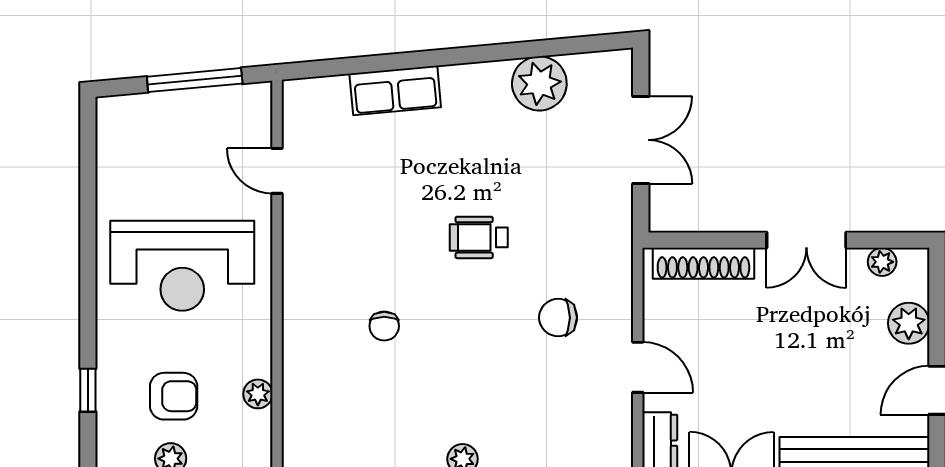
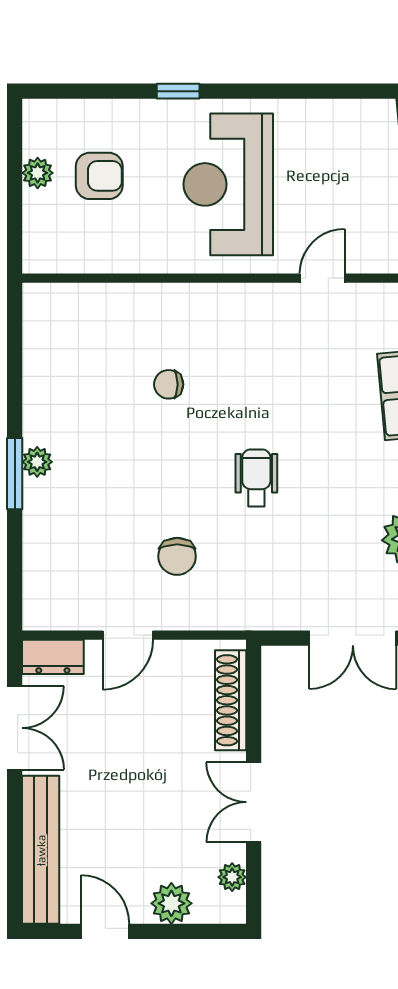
chair: (558, 318) -> (177, 556), turned 180
window: (88, 390) -> (178, 91), moved
plant: (258, 394) -> (101, 259), removed
armchair: (174, 396) -> (99, 176), turned -90

